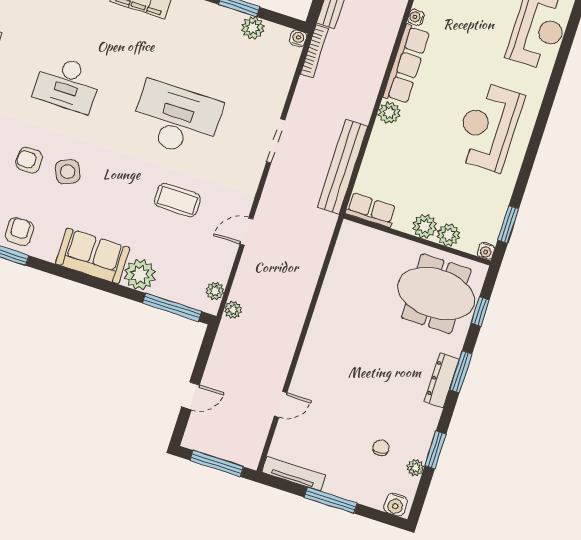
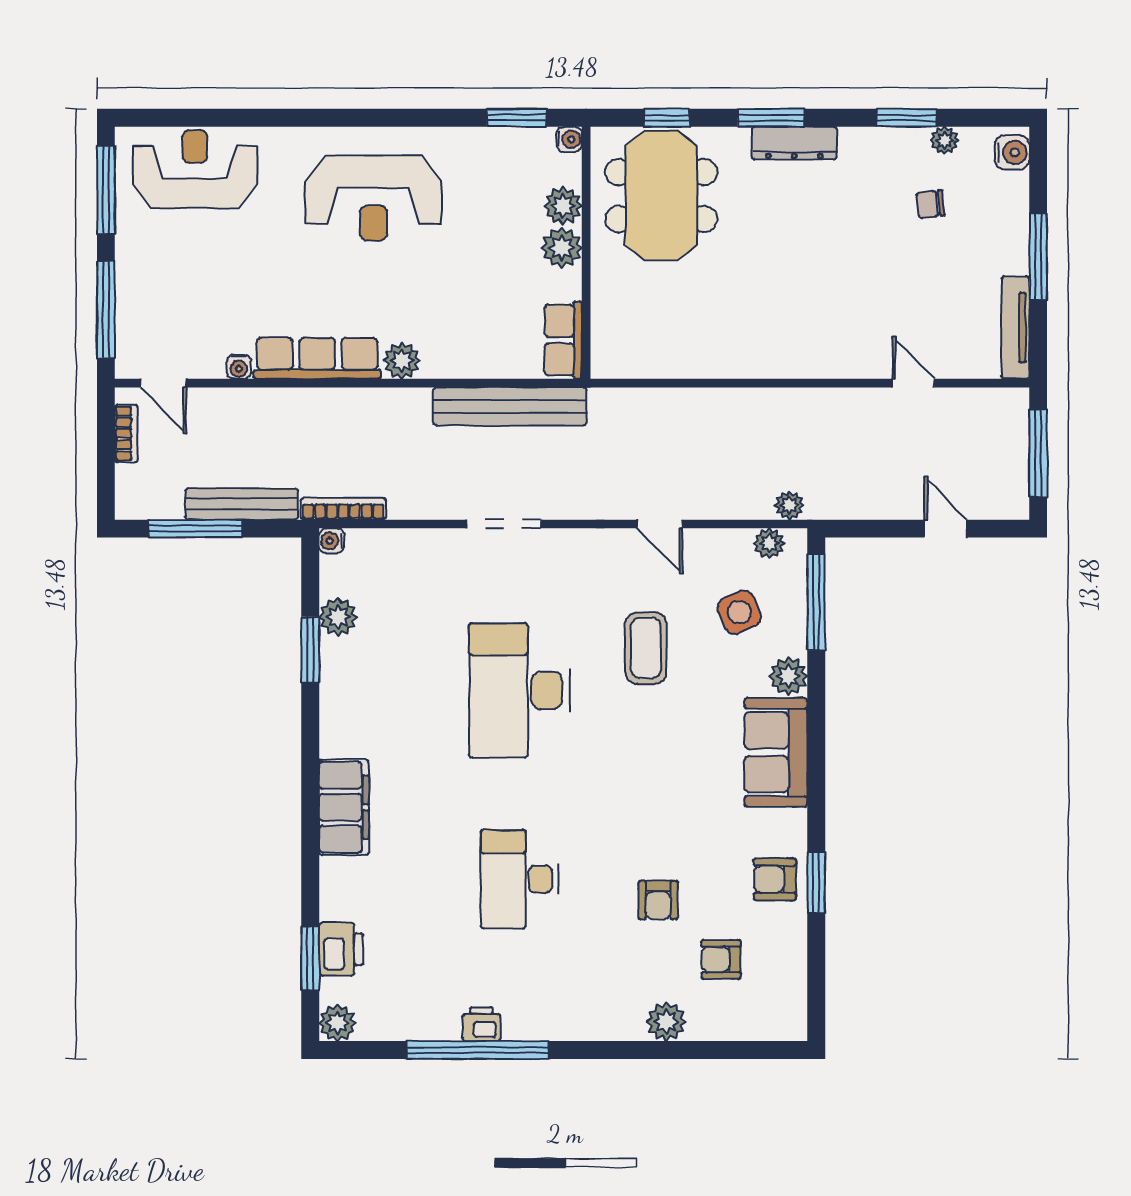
desk: (67, 84) -> (519, 879), turned 180
side table: (68, 172) -> (739, 612), moved
plant: (140, 275) -> (788, 676), width x0.73, depth x0.73

